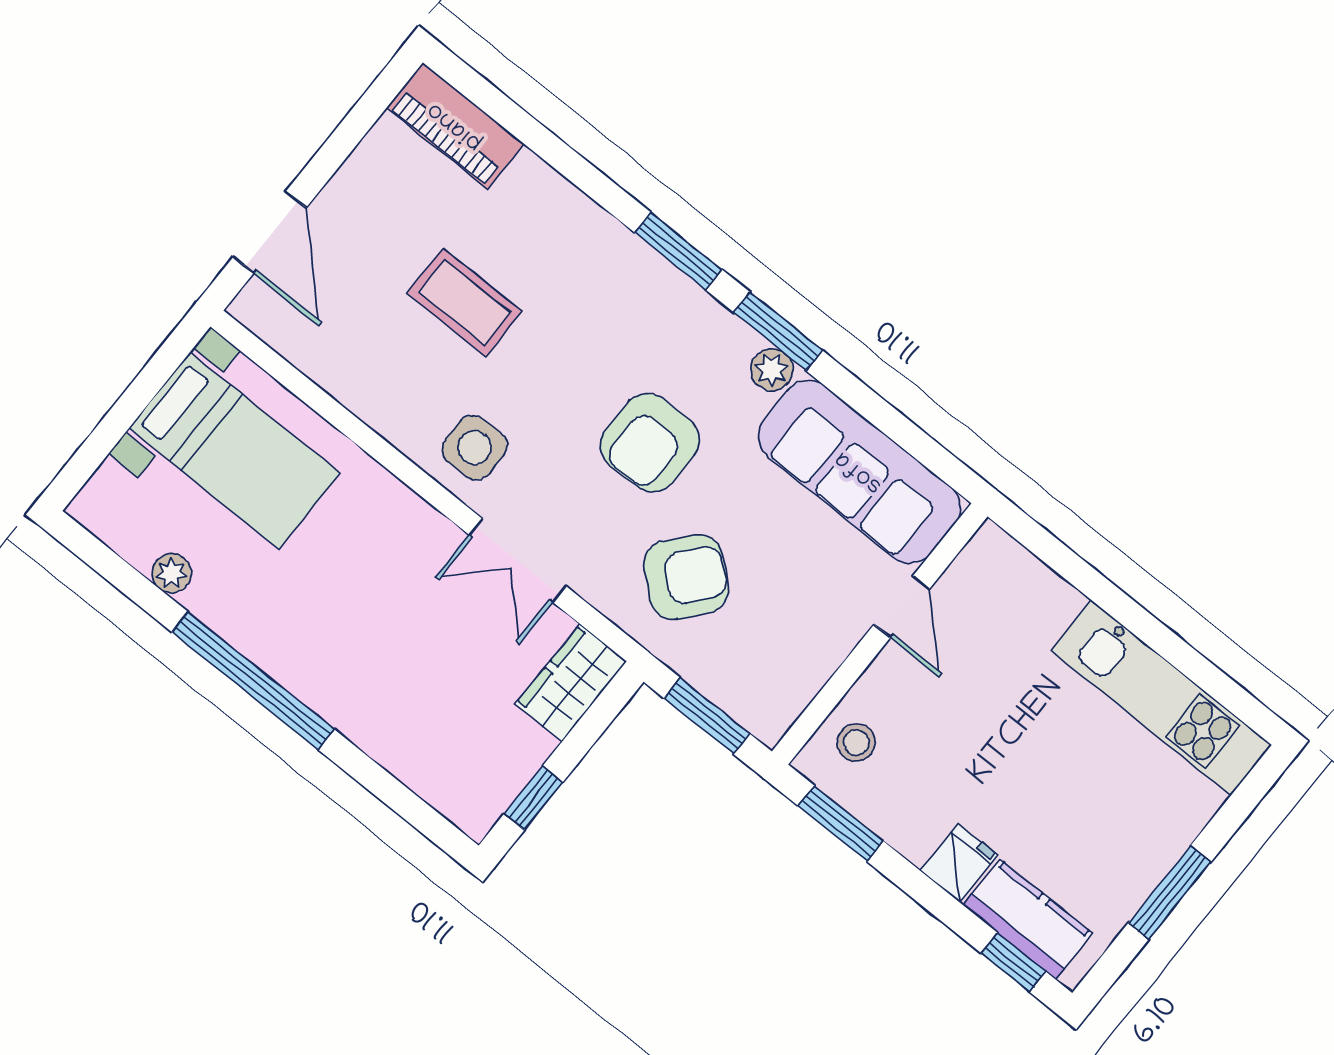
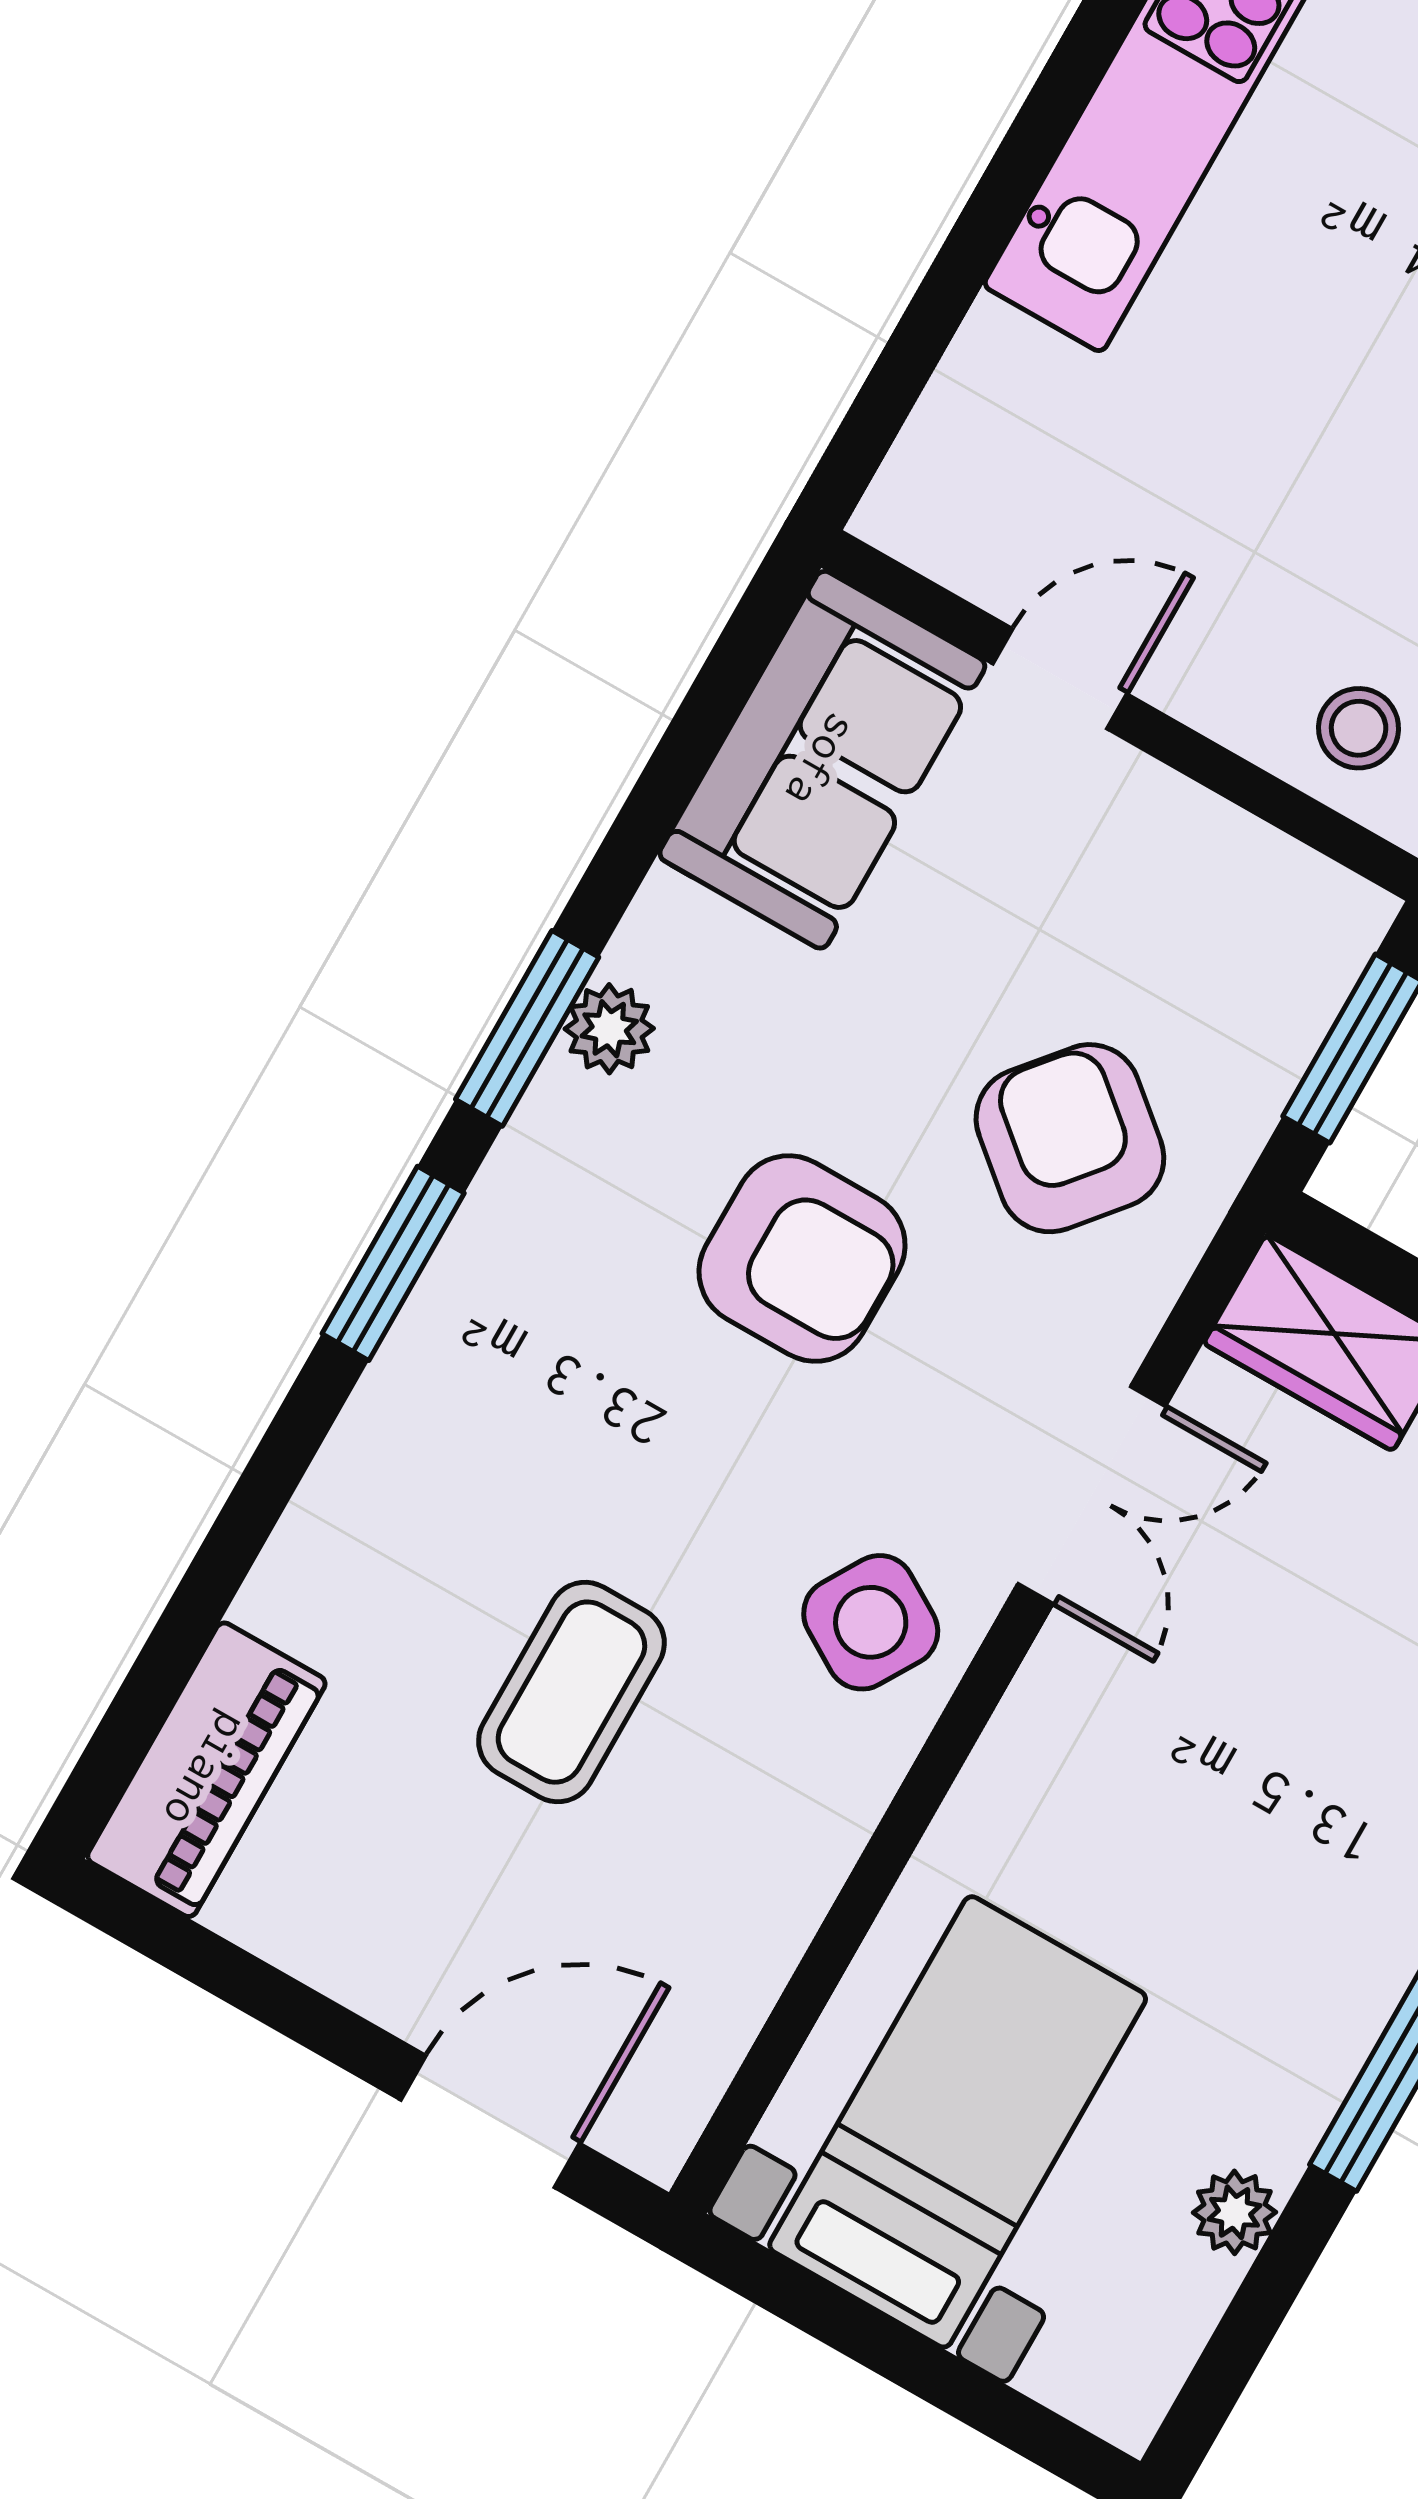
side table: (475, 448) -> (871, 1622), turned 31
sofa: (859, 472) -> (822, 760), width x0.73

